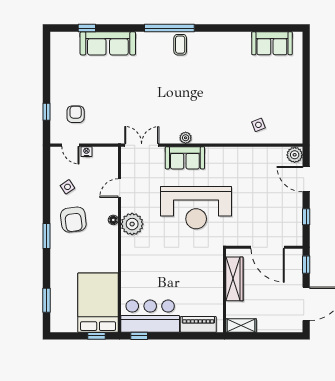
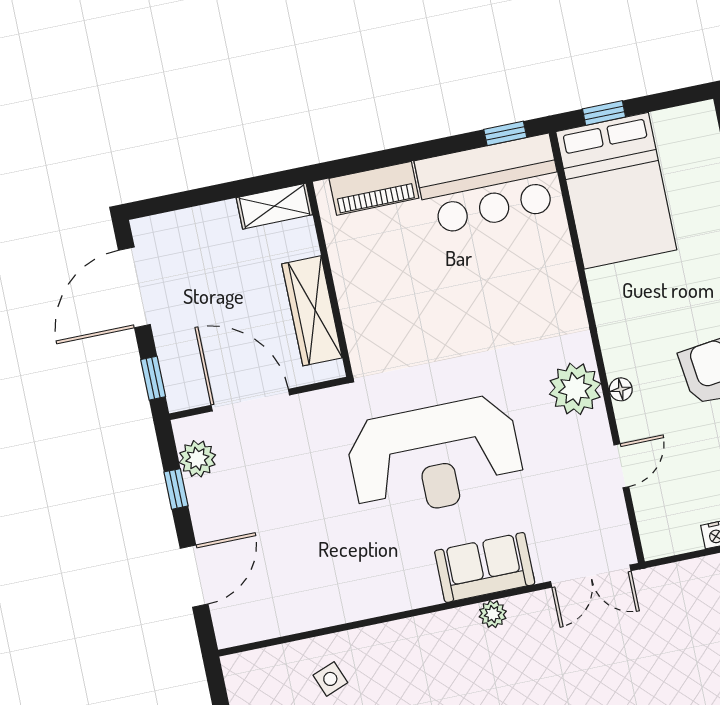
plant: (295, 155) -> (197, 459), moved
door: (306, 179) -> (194, 576), hinge flipped
reception desk: (196, 208) -> (435, 457), turned 180

